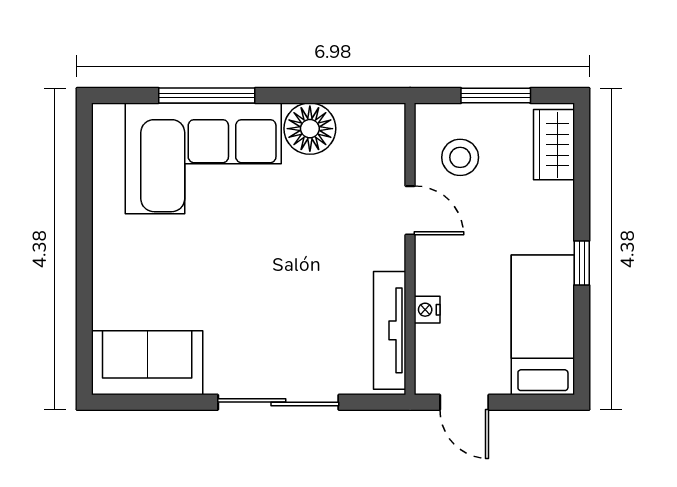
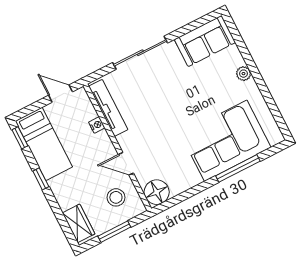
floor lamp: (310, 129) -> (157, 192), moved
plant: (107, 266) -> (243, 74), added
window: (582, 359) -> (20, 138), added

